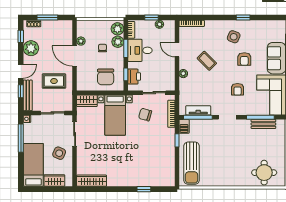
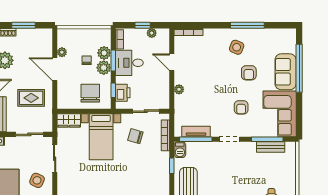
window: (243, 18) -> (247, 25), width x2.17
plant: (117, 29) -> (104, 68), moved
coffee table: (207, 61) -> (206, 75), removed
chair: (106, 77) -> (90, 93), turned 180

